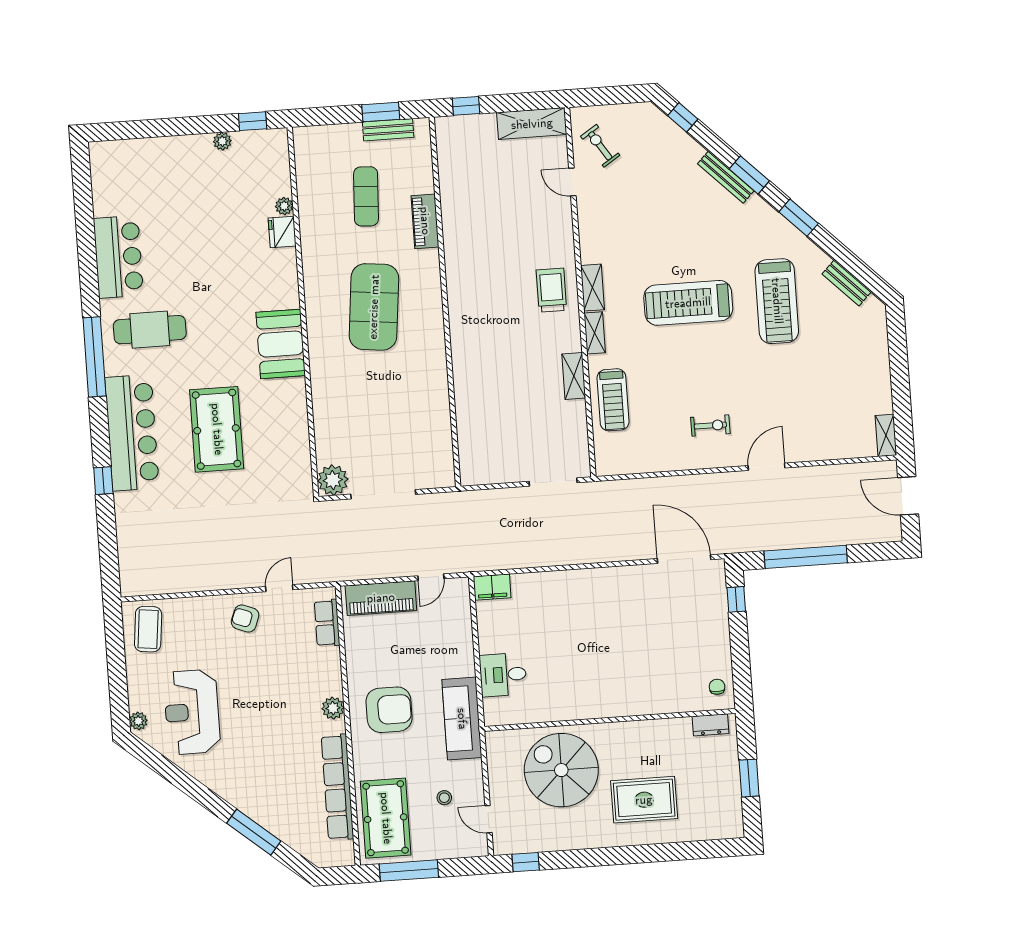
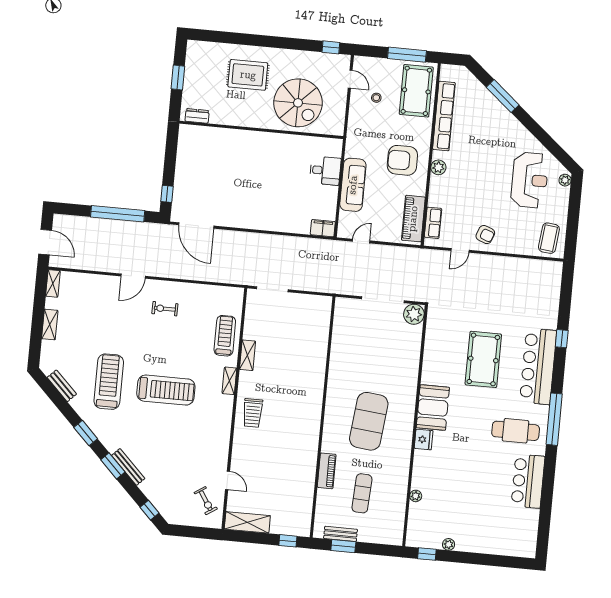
fridge: (282, 232) -> (424, 440), moved
shelving: (593, 288) -> (50, 325), moved
piano: (381, 598) -> (413, 219), moved, turned -90
chair: (717, 687) -> (189, 140), removed
sofa: (462, 719) -> (353, 185), moved

